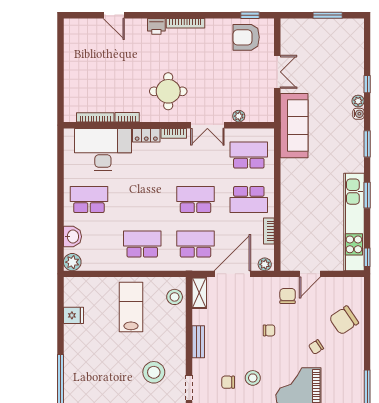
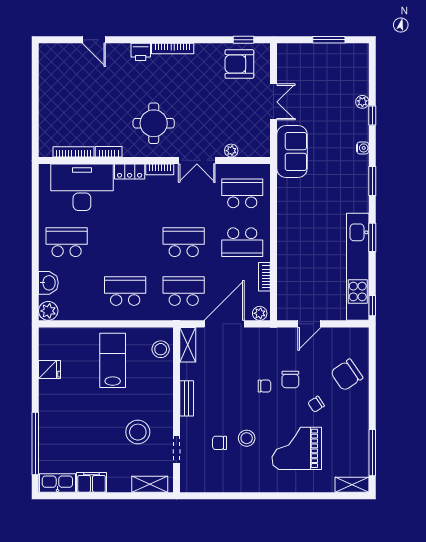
plant: (358, 101) -> (362, 102), moved
sofa: (294, 126) -> (292, 151), width x0.73
chair: (288, 296) -> (290, 380), moved, turned 180

